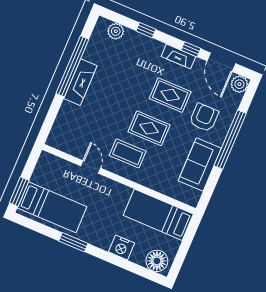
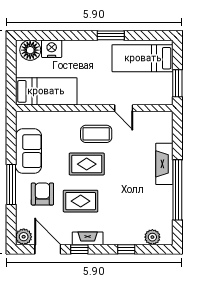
fireplace: (80, 82) -> (164, 164), moved
armchair: (204, 118) -> (42, 194), turned 180
window: (230, 140) -> (11, 184), width x0.68
window: (19, 192) -> (177, 83), moved
nightstand: (121, 247) -> (52, 49), moved

